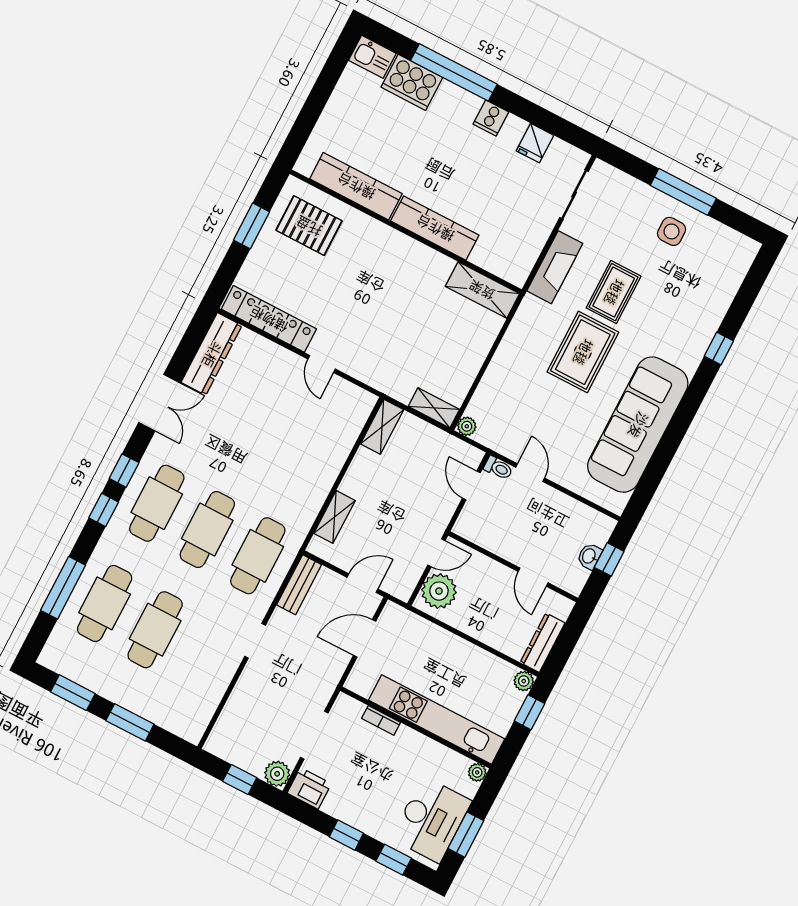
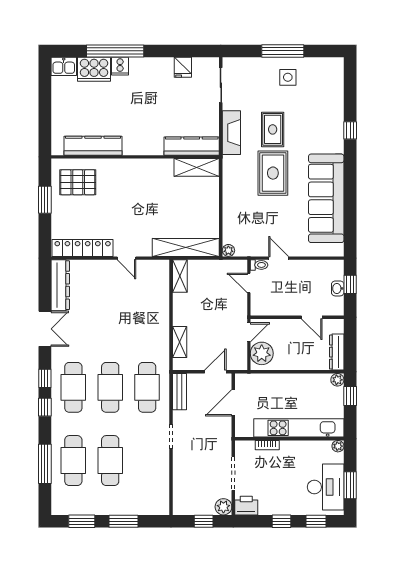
cooker: (491, 118) -> (120, 66), moved
kitchen counter: (435, 228) -> (192, 146), moved
shelving: (434, 408) -> (186, 247), width x2.20, depth x1.33

